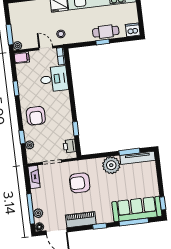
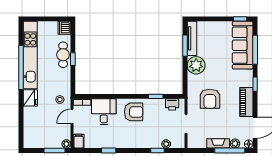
armchair: (36, 116) -> (134, 112), moved
fireplace: (34, 177) -> (218, 143), moved

